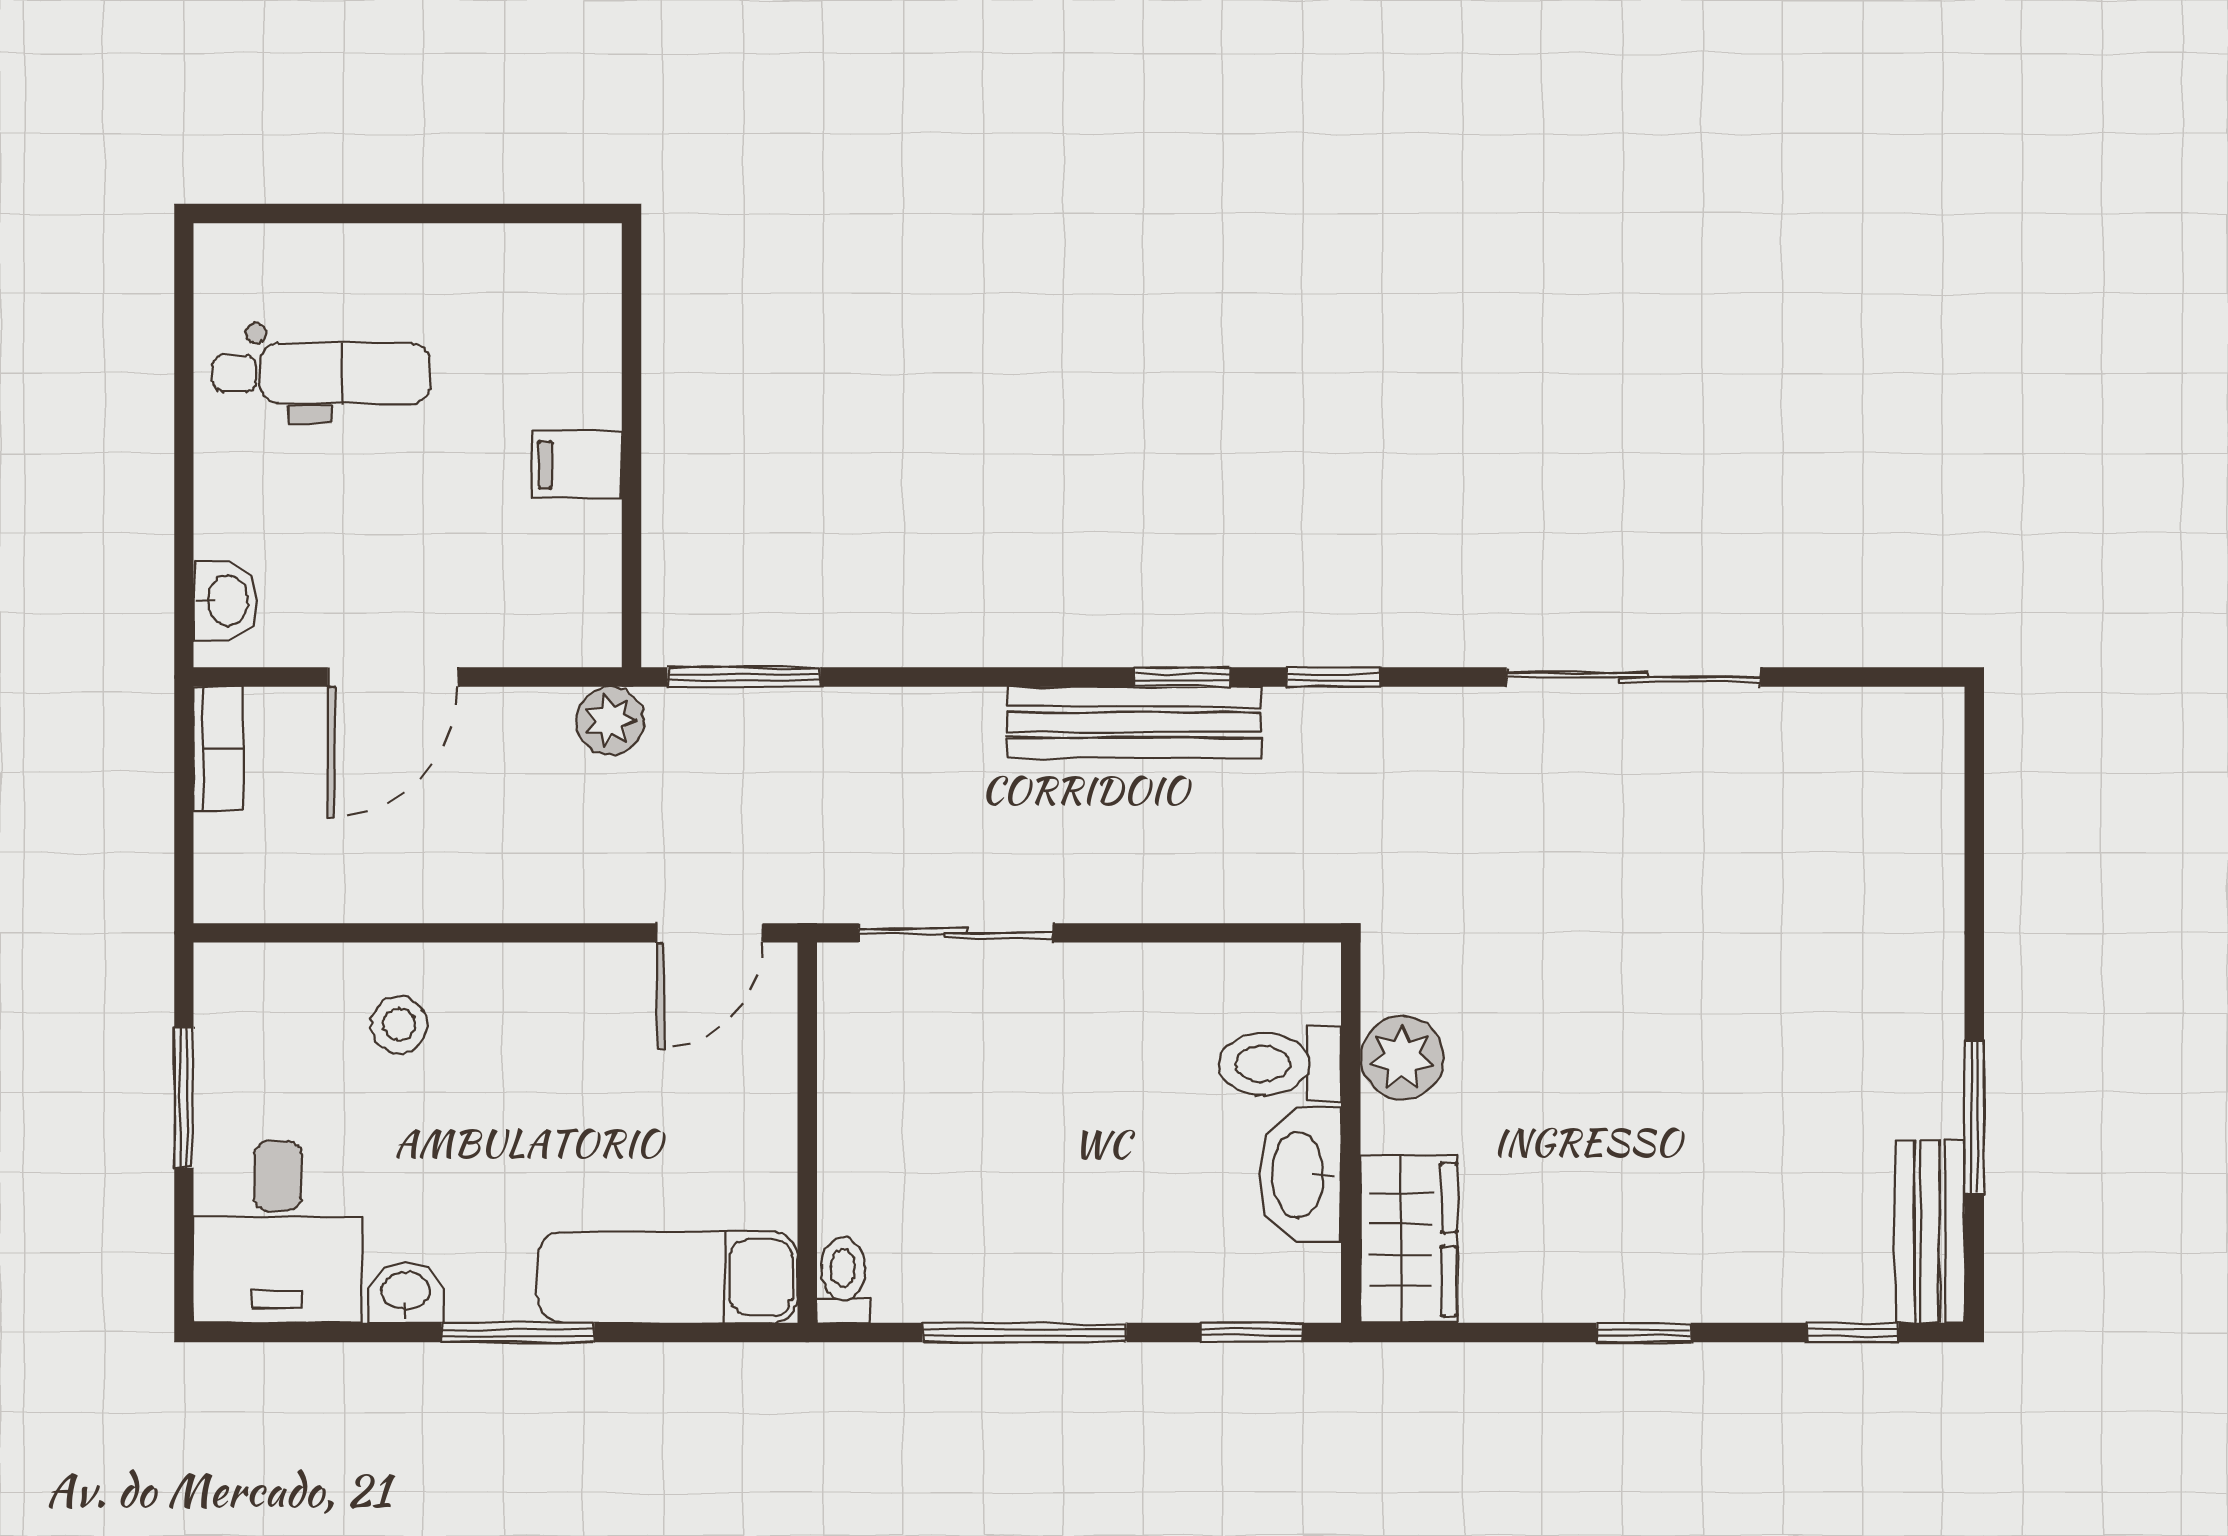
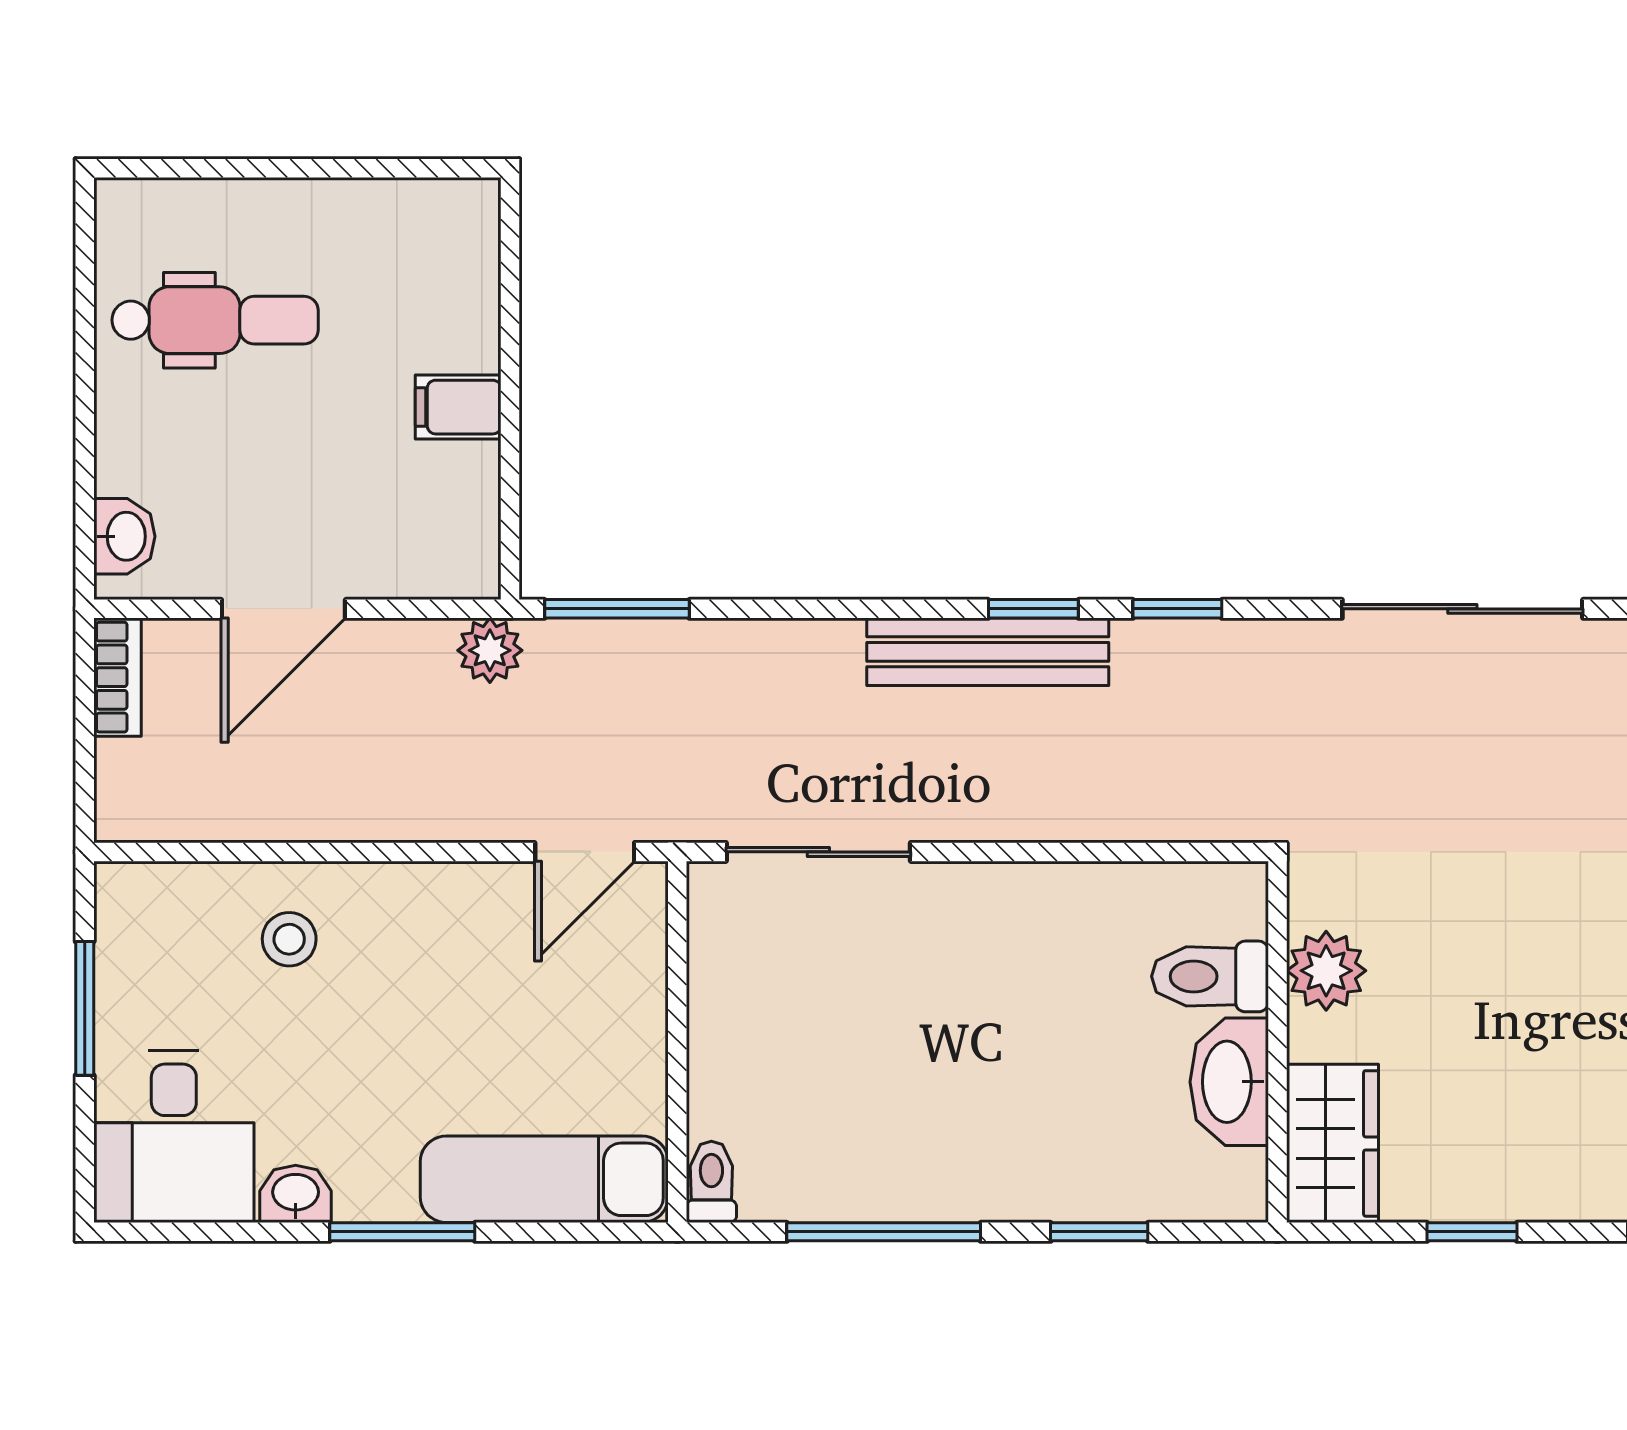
plant: (1402, 1058) -> (1326, 971), moved
toilet: (1280, 1064) -> (1210, 976), moved
wall: (1351, 1133) -> (1277, 1042), moved
washbasin: (1300, 1175) -> (1229, 1082), moved
wardrobe: (1409, 1240) -> (1332, 1143), moved

